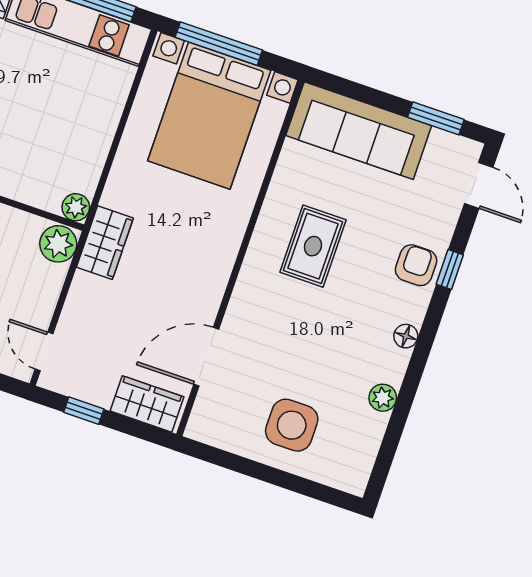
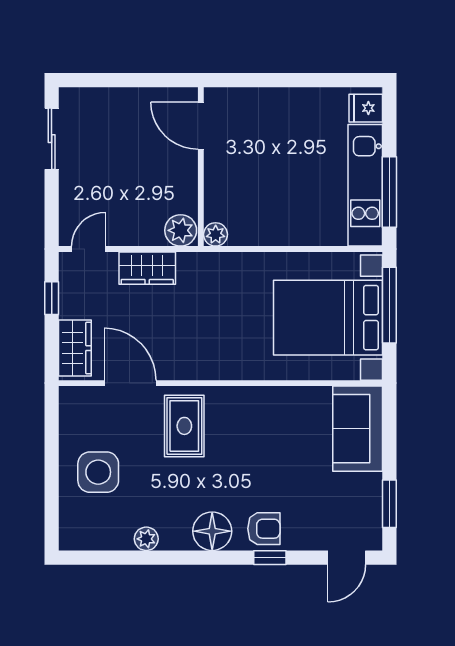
sofa: (359, 131) -> (358, 429), width x0.73
wardrobe: (105, 243) -> (147, 268), moved
rug: (313, 246) -> (184, 426), moved, turned 90
floor lamp: (406, 336) -> (212, 531), width x1.89, depth x1.89

